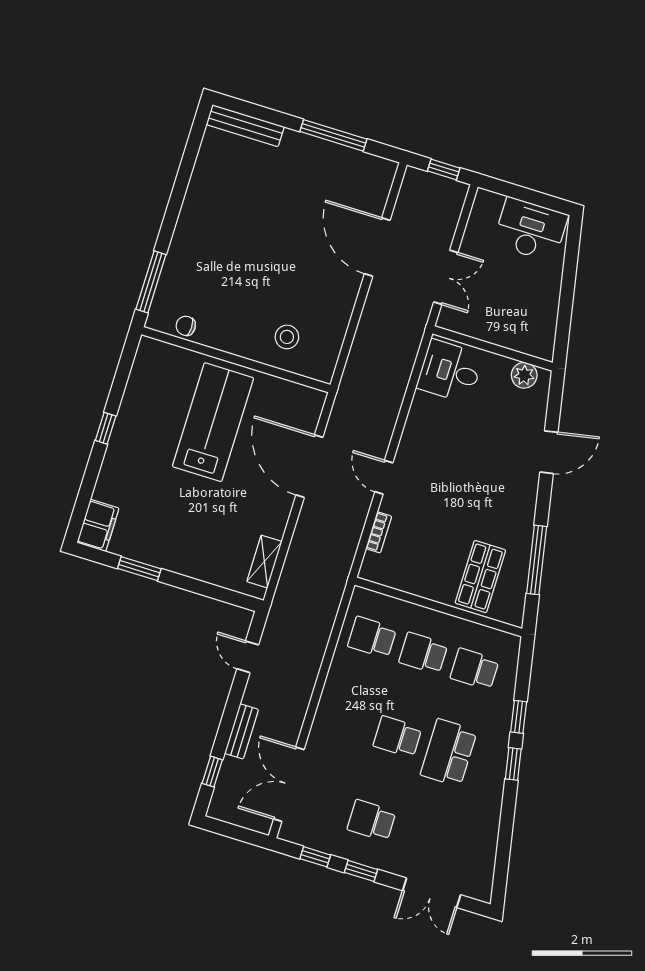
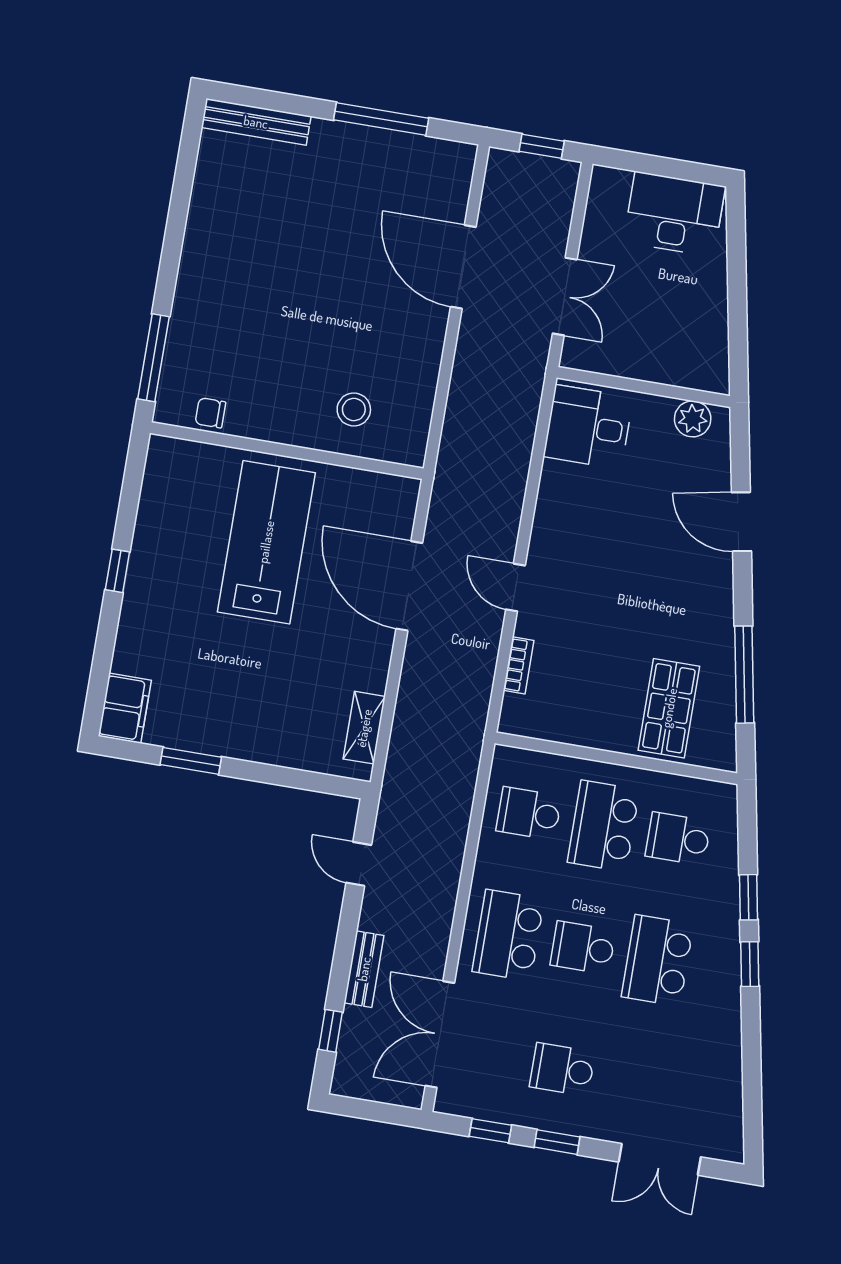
door: (549, 452) -> (741, 522), swing flipped
school desk: (423, 653) -> (603, 826), width x1.85
school desk: (346, 721) -> (508, 935), added

